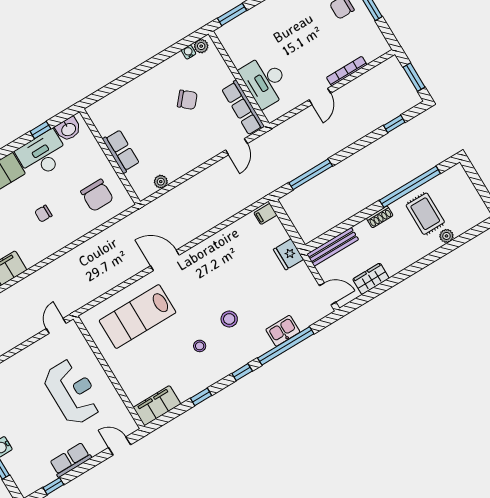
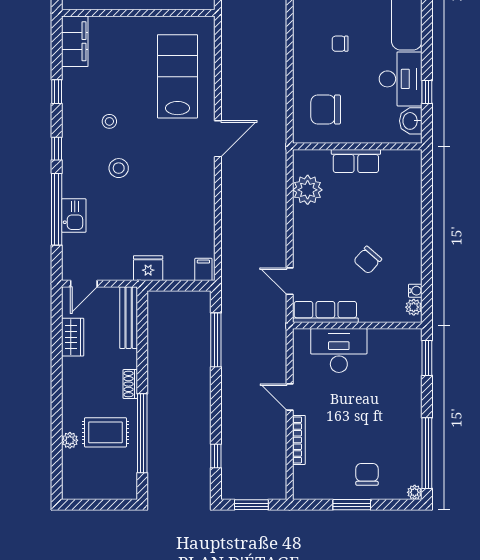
plant: (161, 182) -> (308, 190), width x1.88, depth x1.88
chair: (43, 214) -> (340, 44), turned -90

